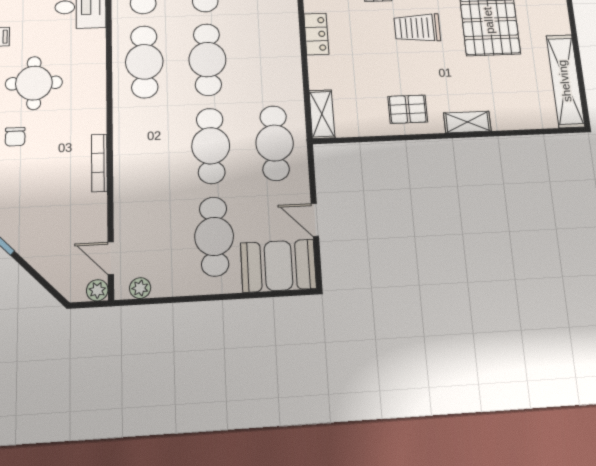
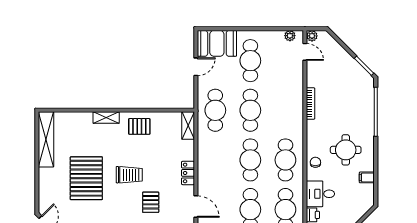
chair: (15, 137) -> (315, 162), moved
door: (315, 220) -> (196, 67), hinge flipped

